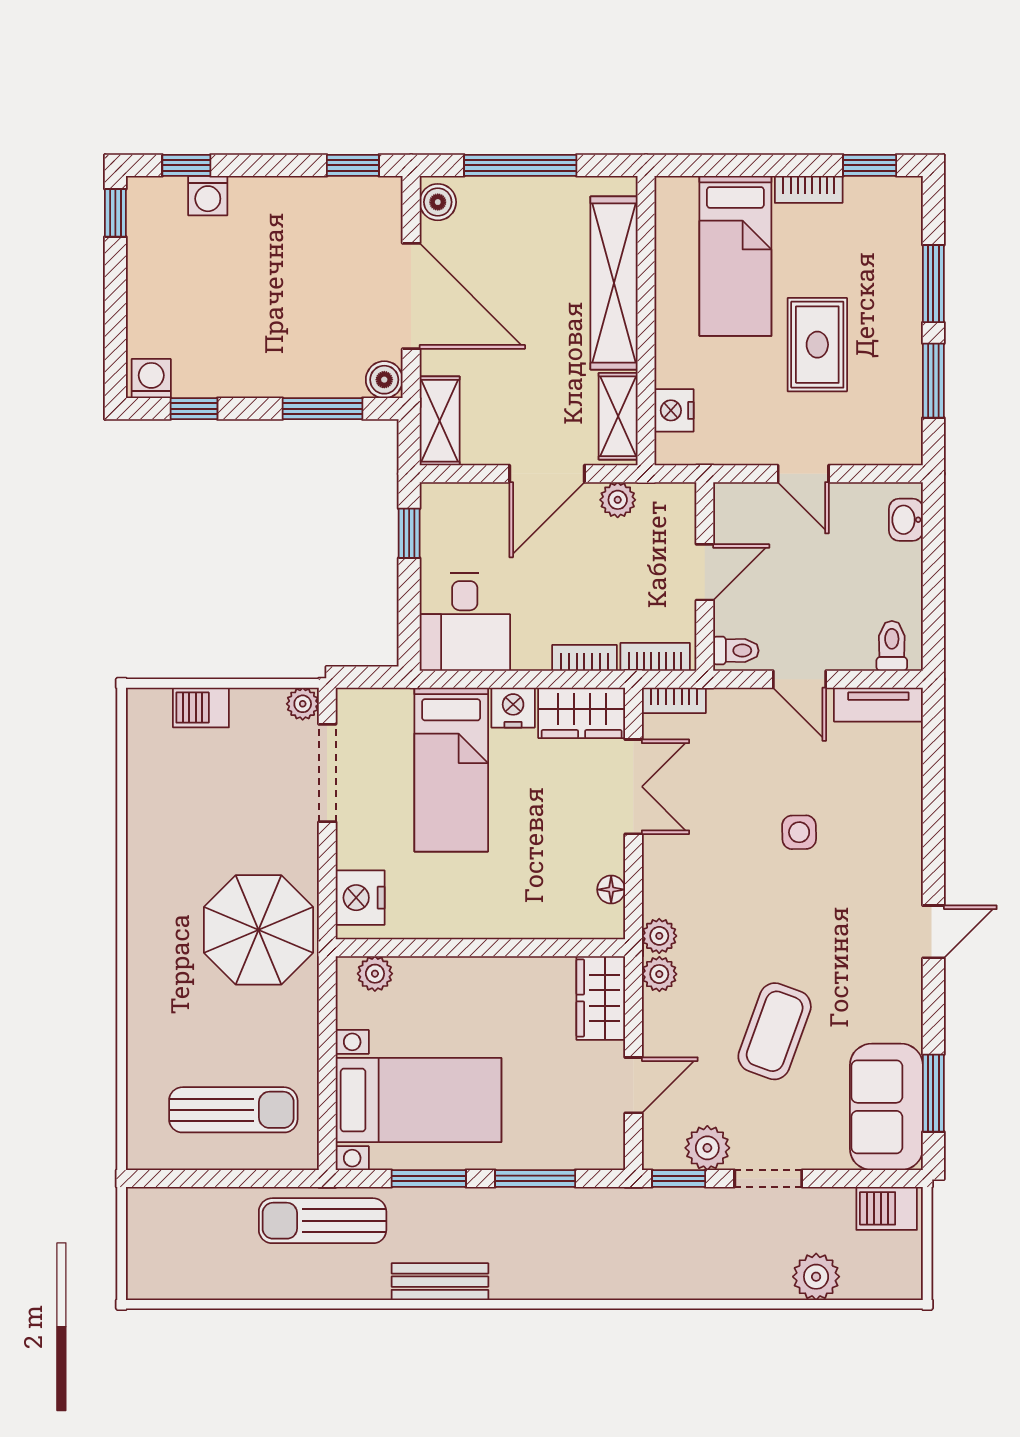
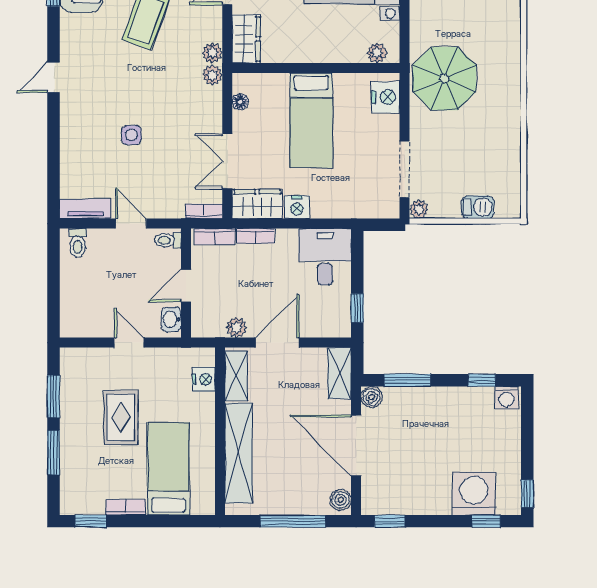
washing machine: (208, 196) -> (474, 494), width x1.89, depth x1.89
washbasin: (906, 520) -> (171, 319), moved, turned 180
bed: (451, 770) -> (311, 120), moved, turned 180

